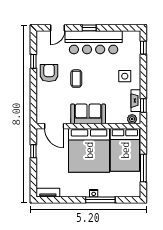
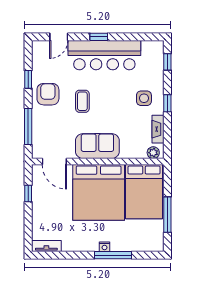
window: (33, 99) -> (28, 127), added
window: (143, 105) -> (167, 103), moved

